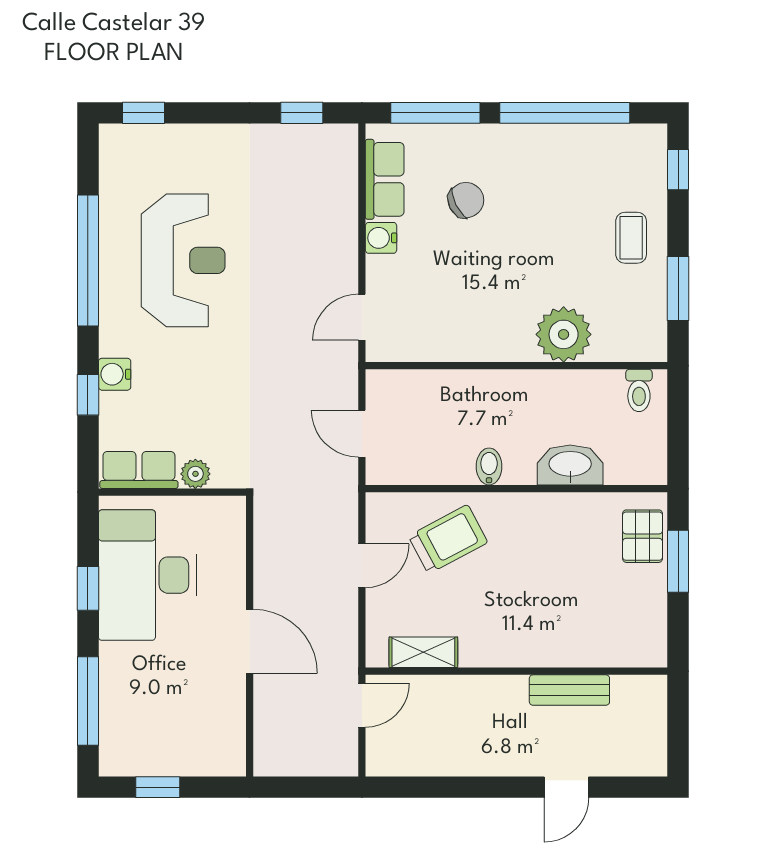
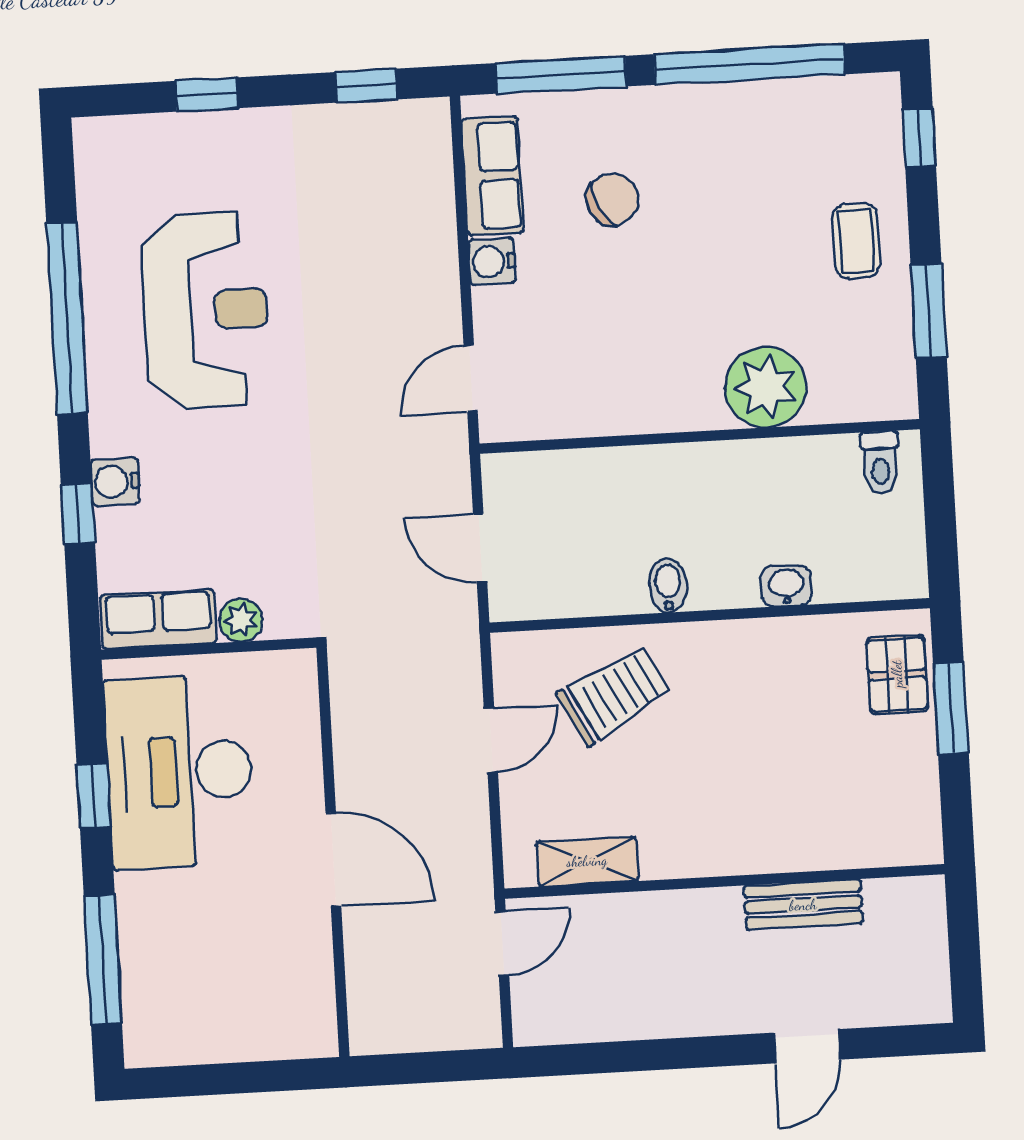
window: (143, 113) -> (207, 95), moved
washbasin: (570, 465) -> (786, 586), width x0.52, depth x0.69
window: (158, 787) -> (212, 1079), removed

